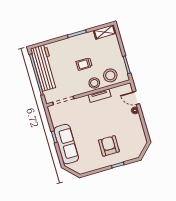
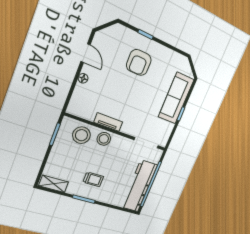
trolley: (84, 64) -> (93, 179), moved
door: (136, 98) -> (85, 53), moved

